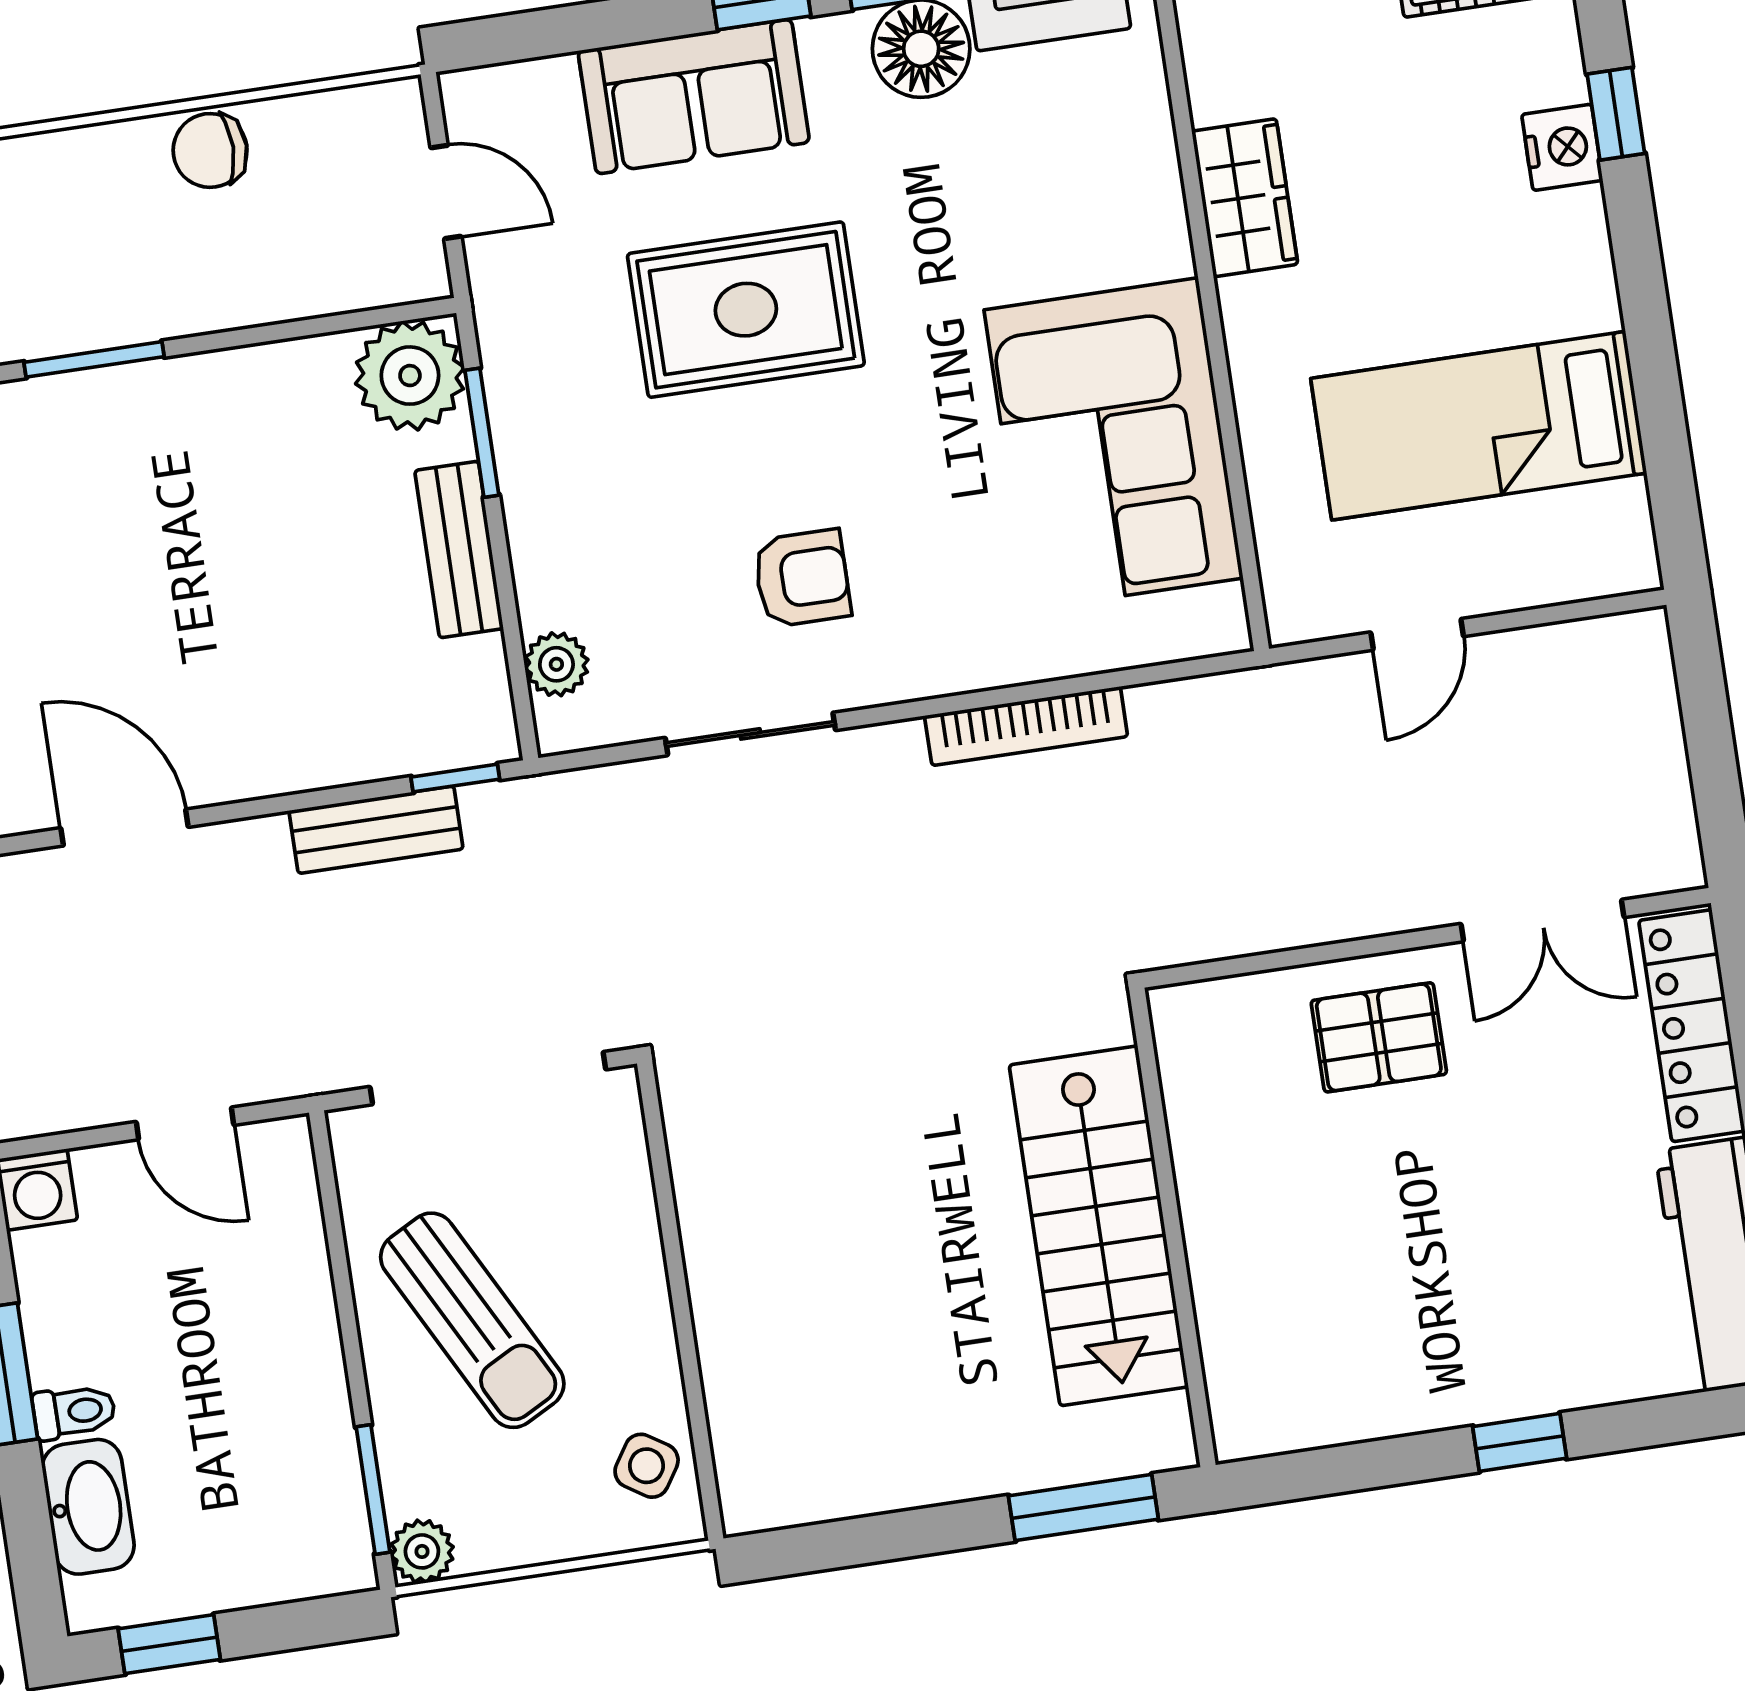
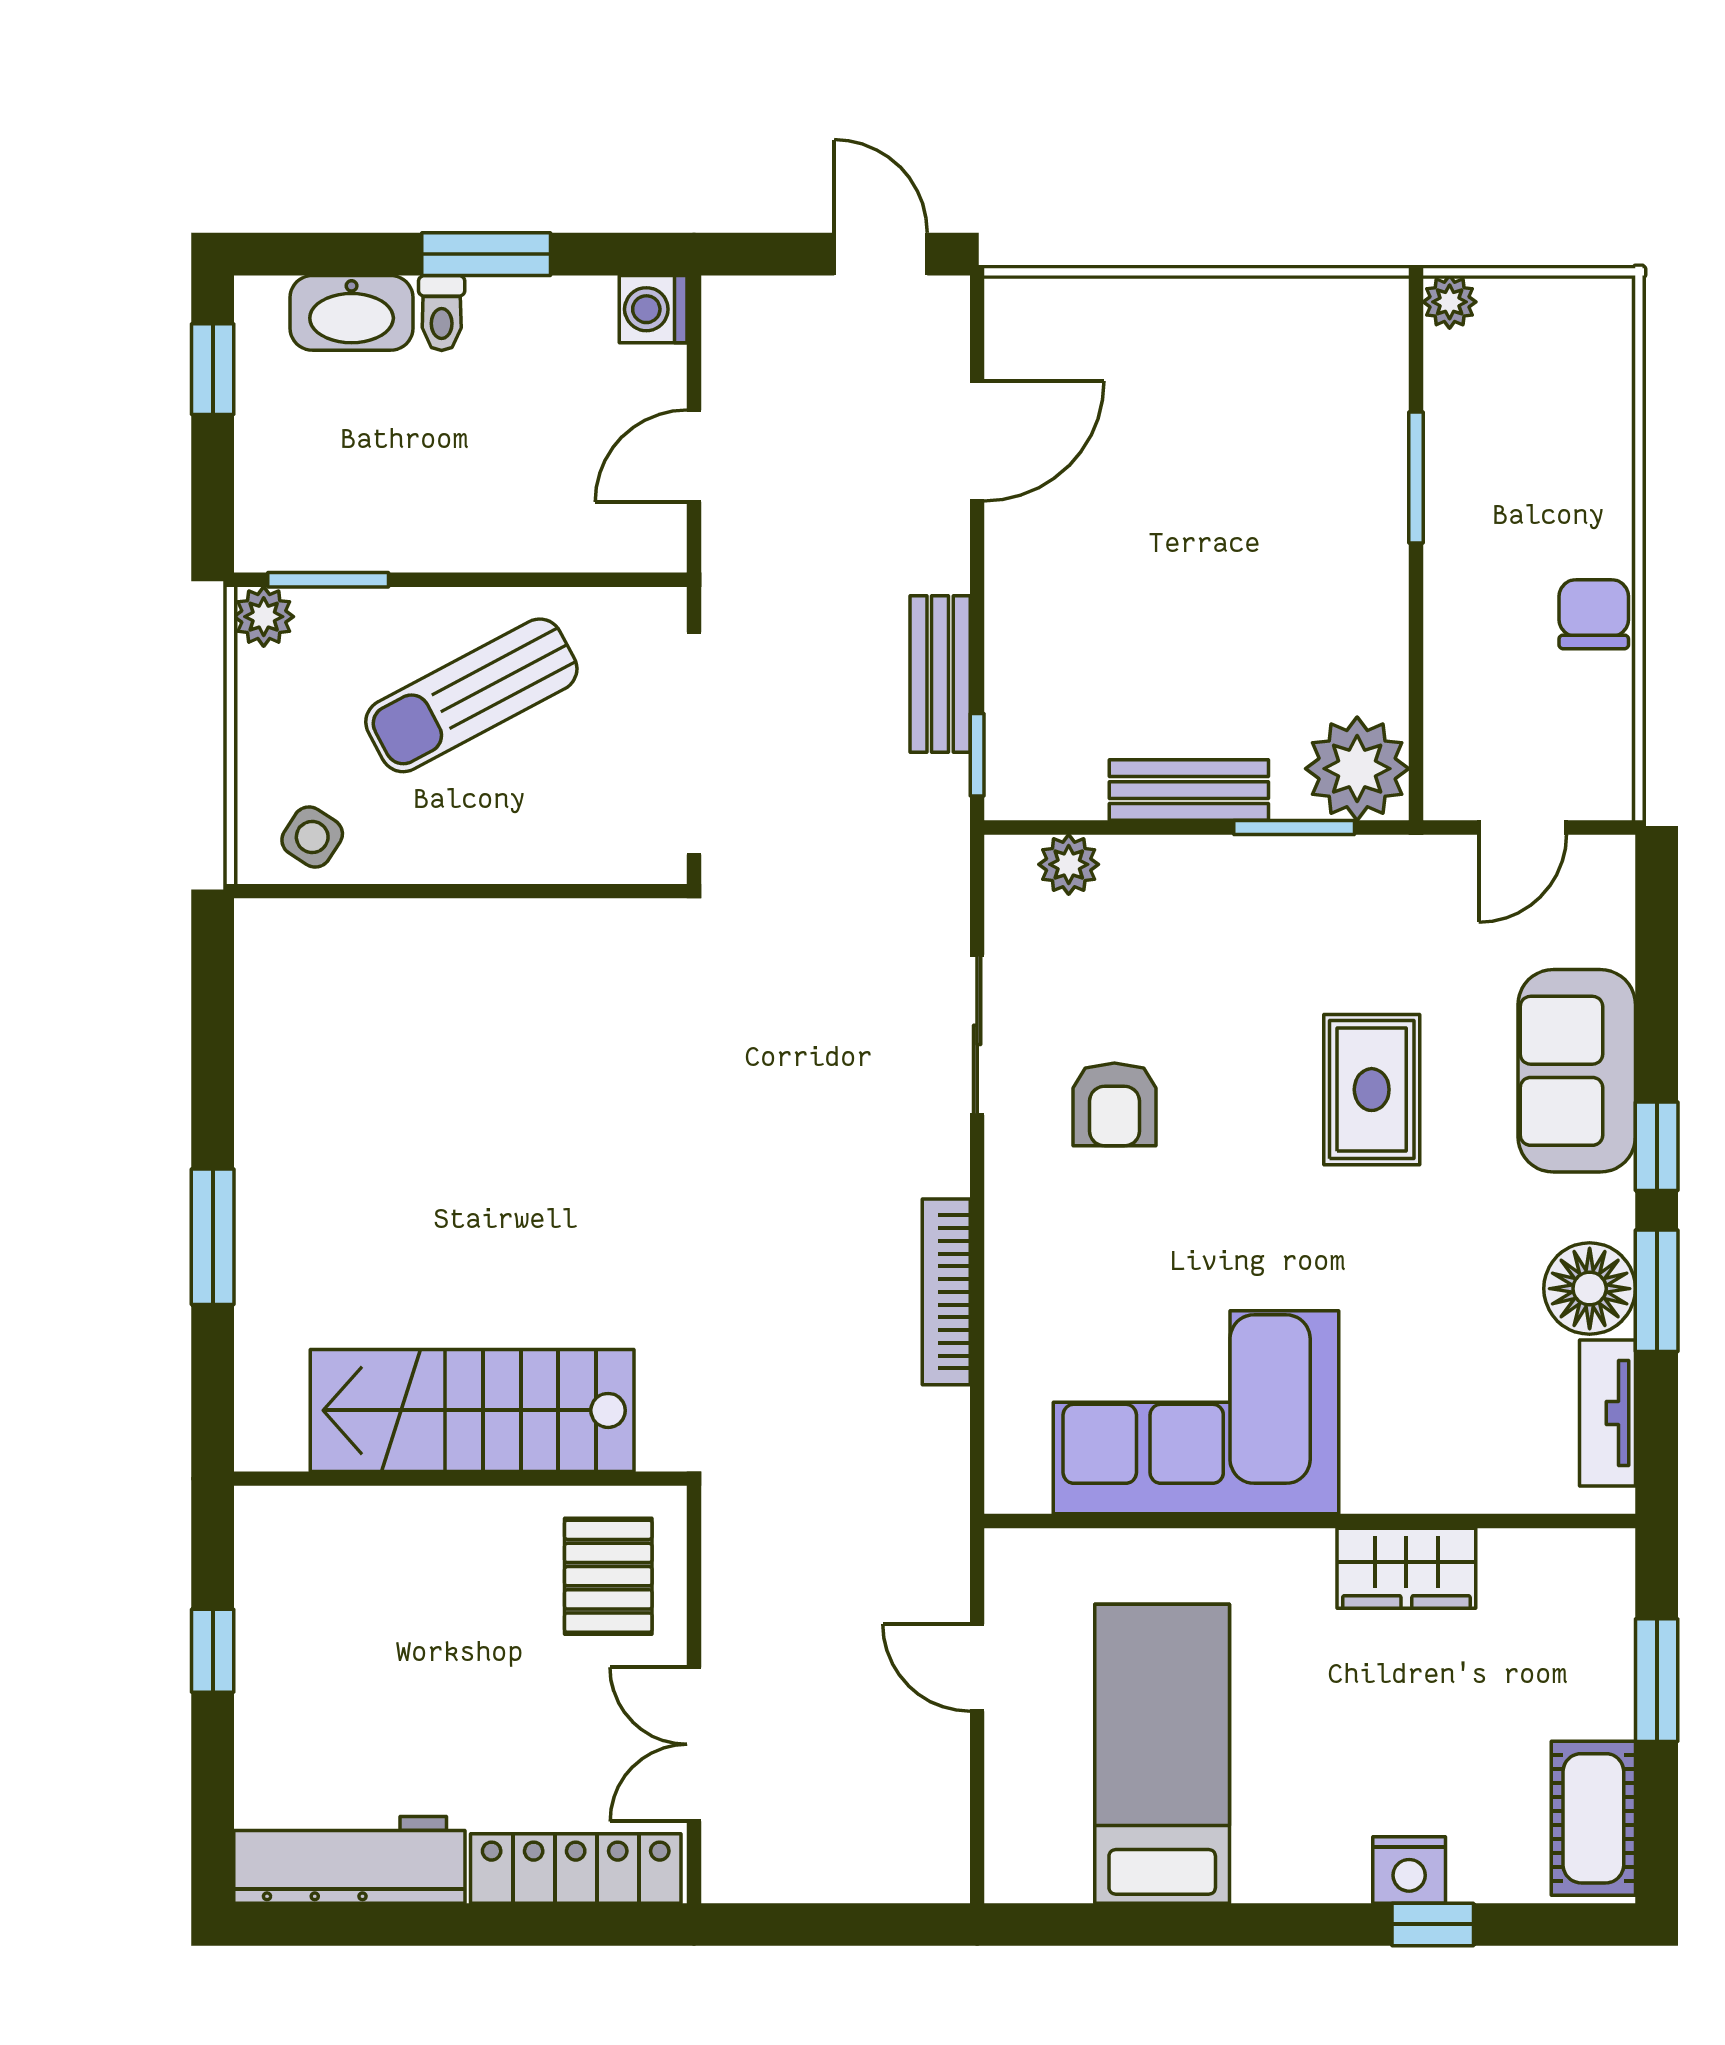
rug: (746, 310) -> (1372, 1090), width x0.73, depth x0.70
stairs: (1099, 1226) -> (472, 1410), moved
wall: (1172, 1227) -> (460, 1479), moved

